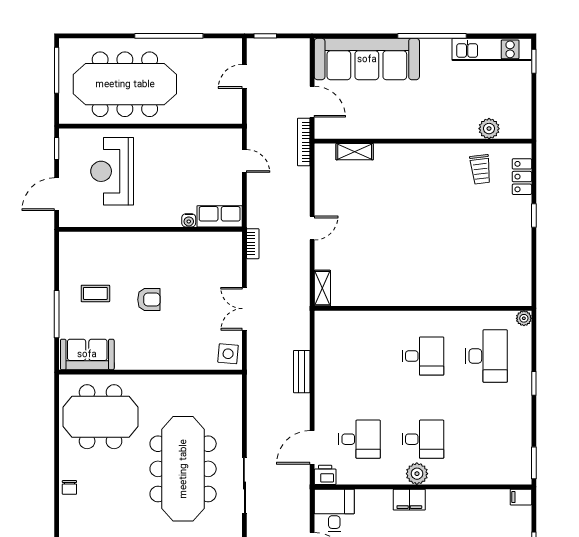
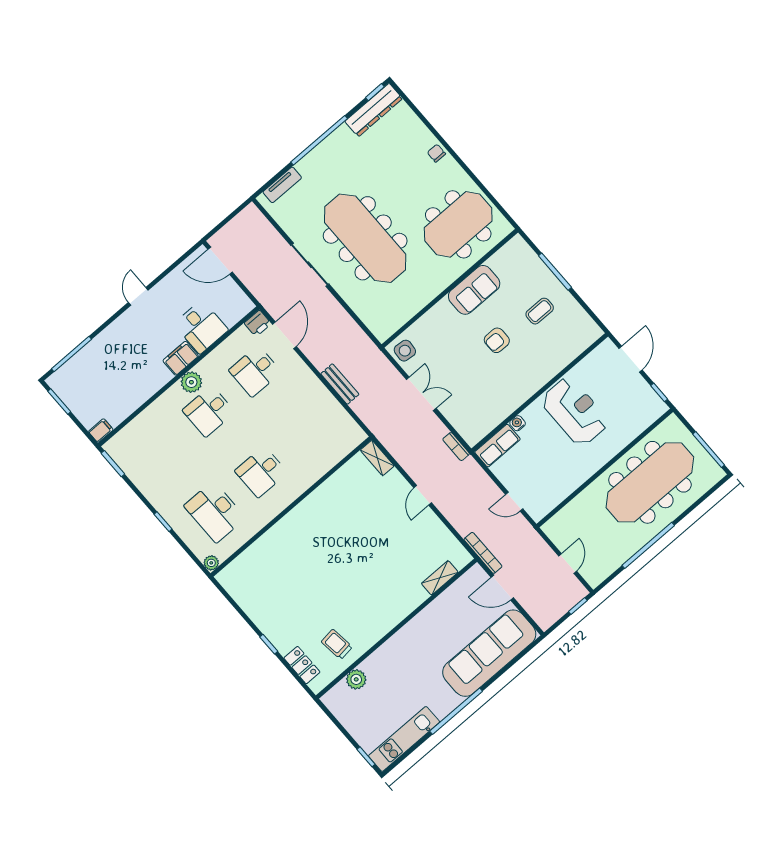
reception desk: (112, 171) -> (575, 411), moved
sofa: (87, 354) -> (474, 290), moved
desk: (334, 511) -> (201, 327), moved

